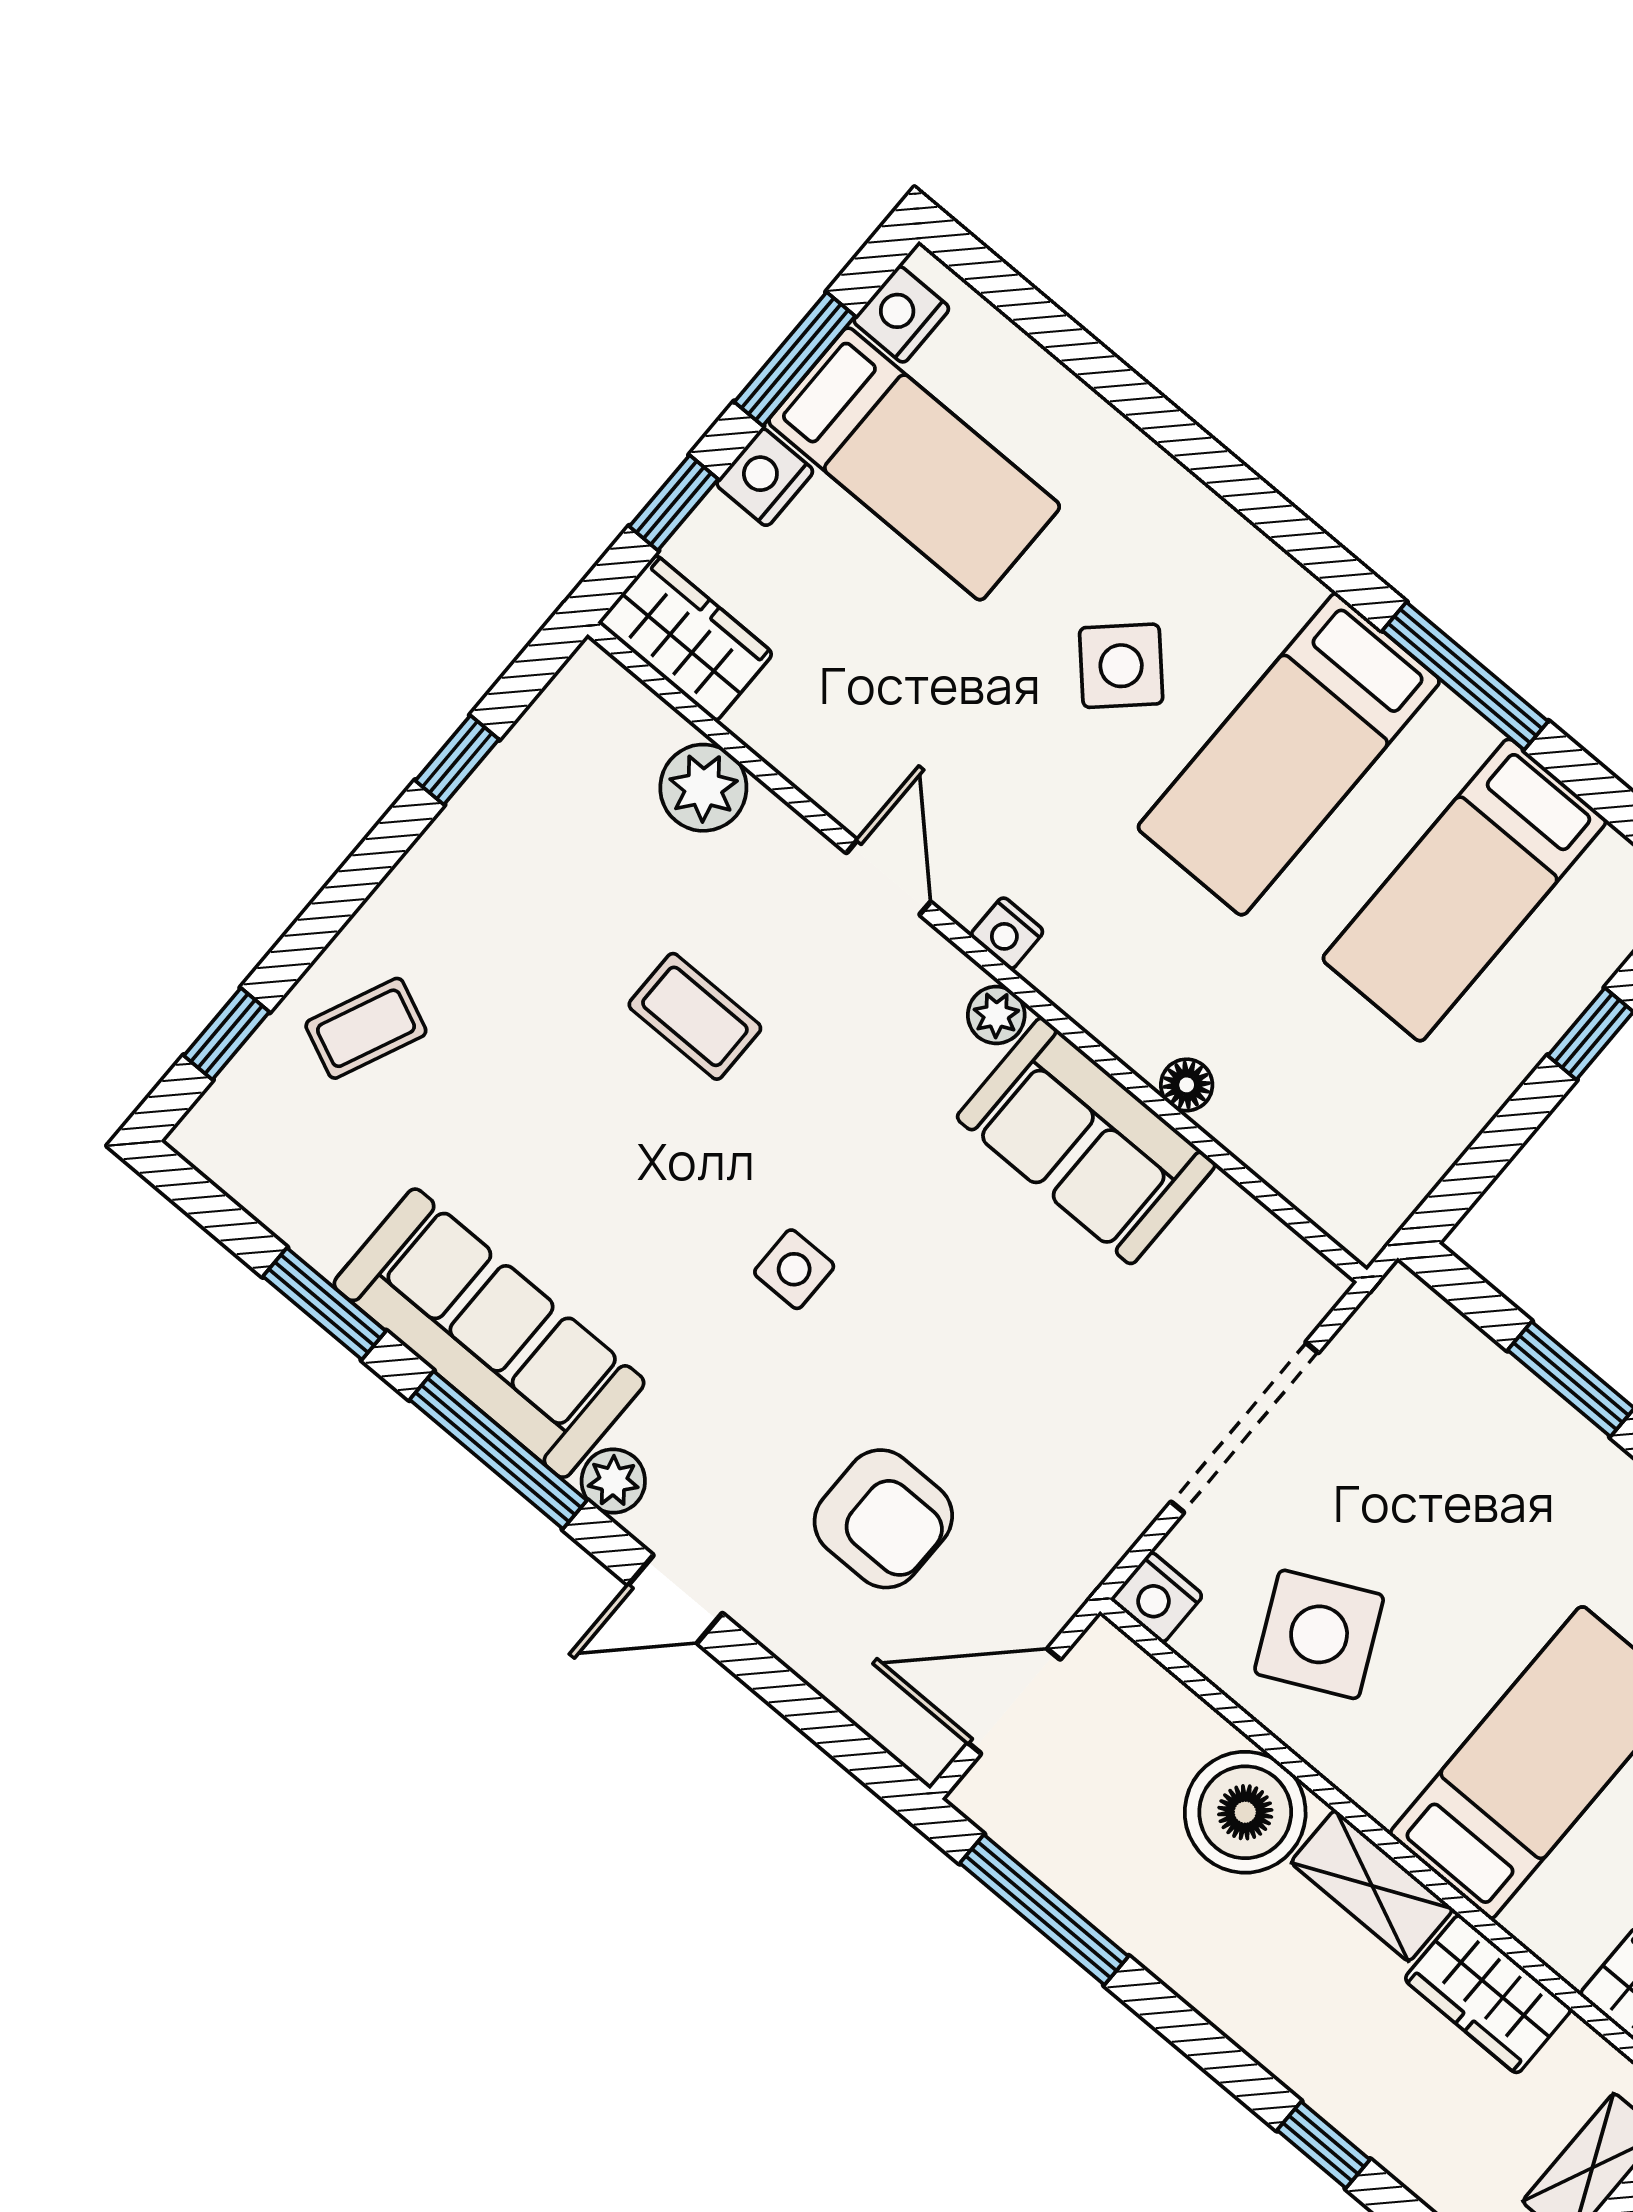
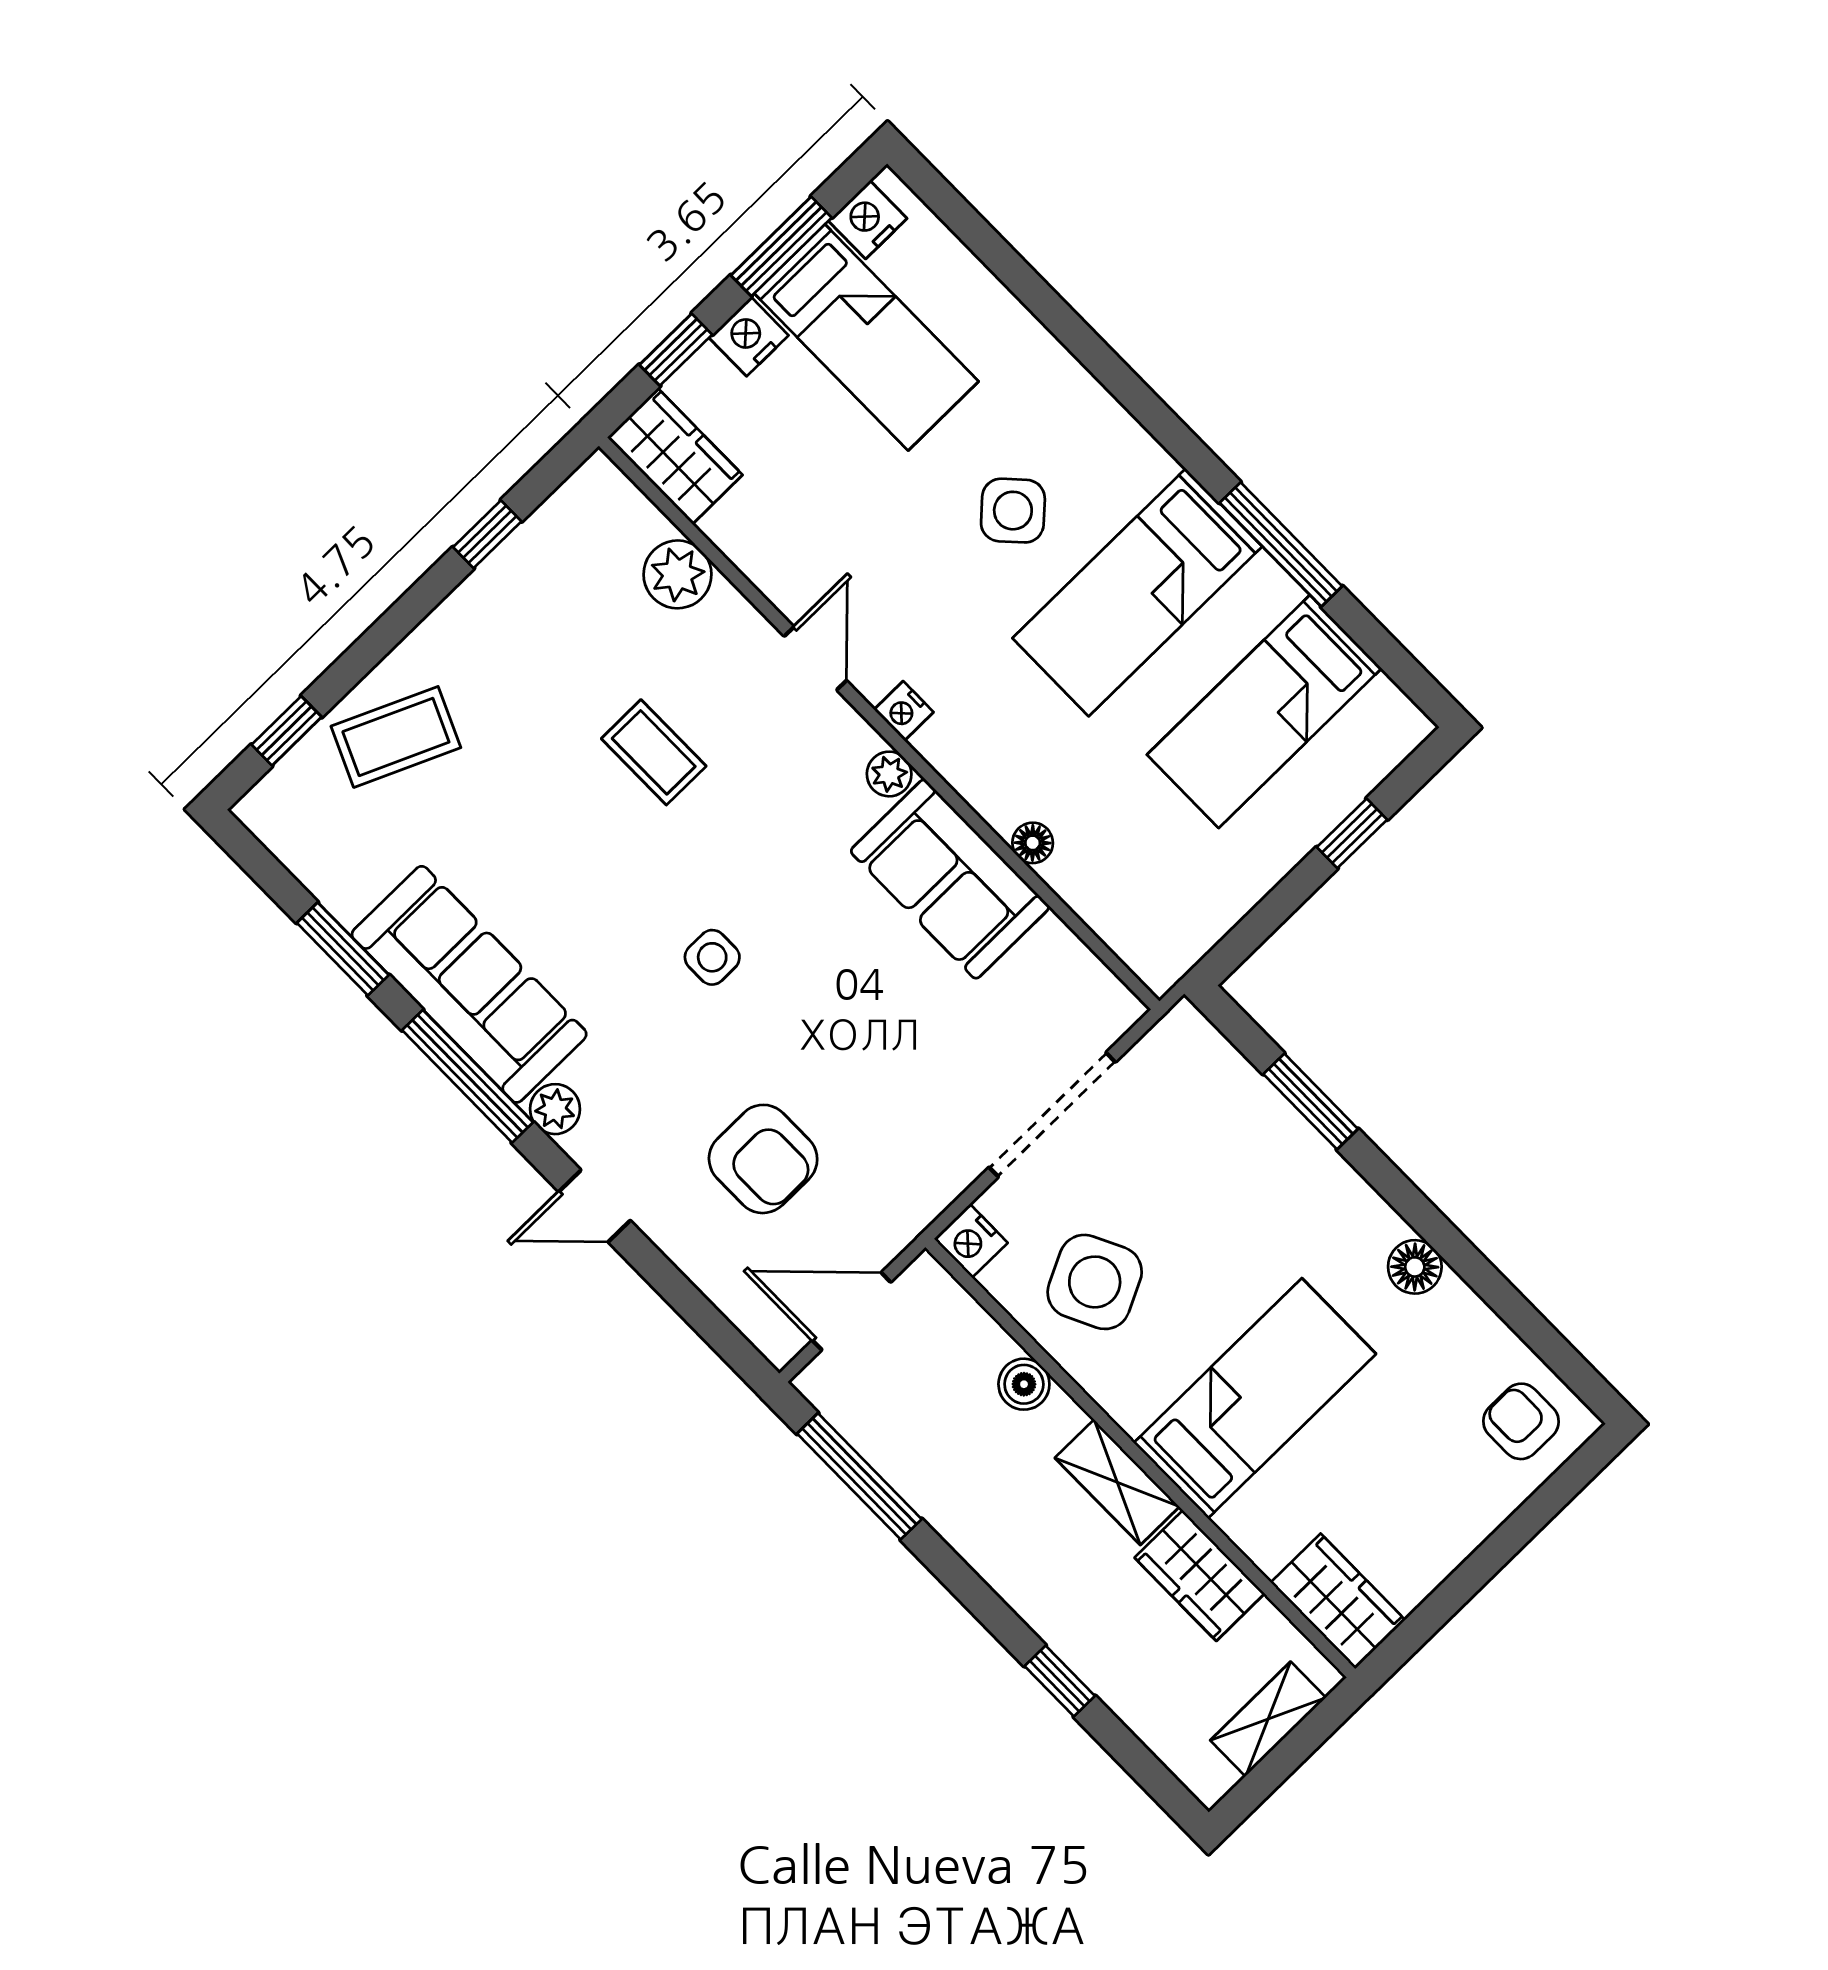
coffee table: (366, 1028) -> (396, 737), width x1.36, depth x1.30
boiler: (1245, 1812) -> (1024, 1384), width x0.54, depth x0.54

